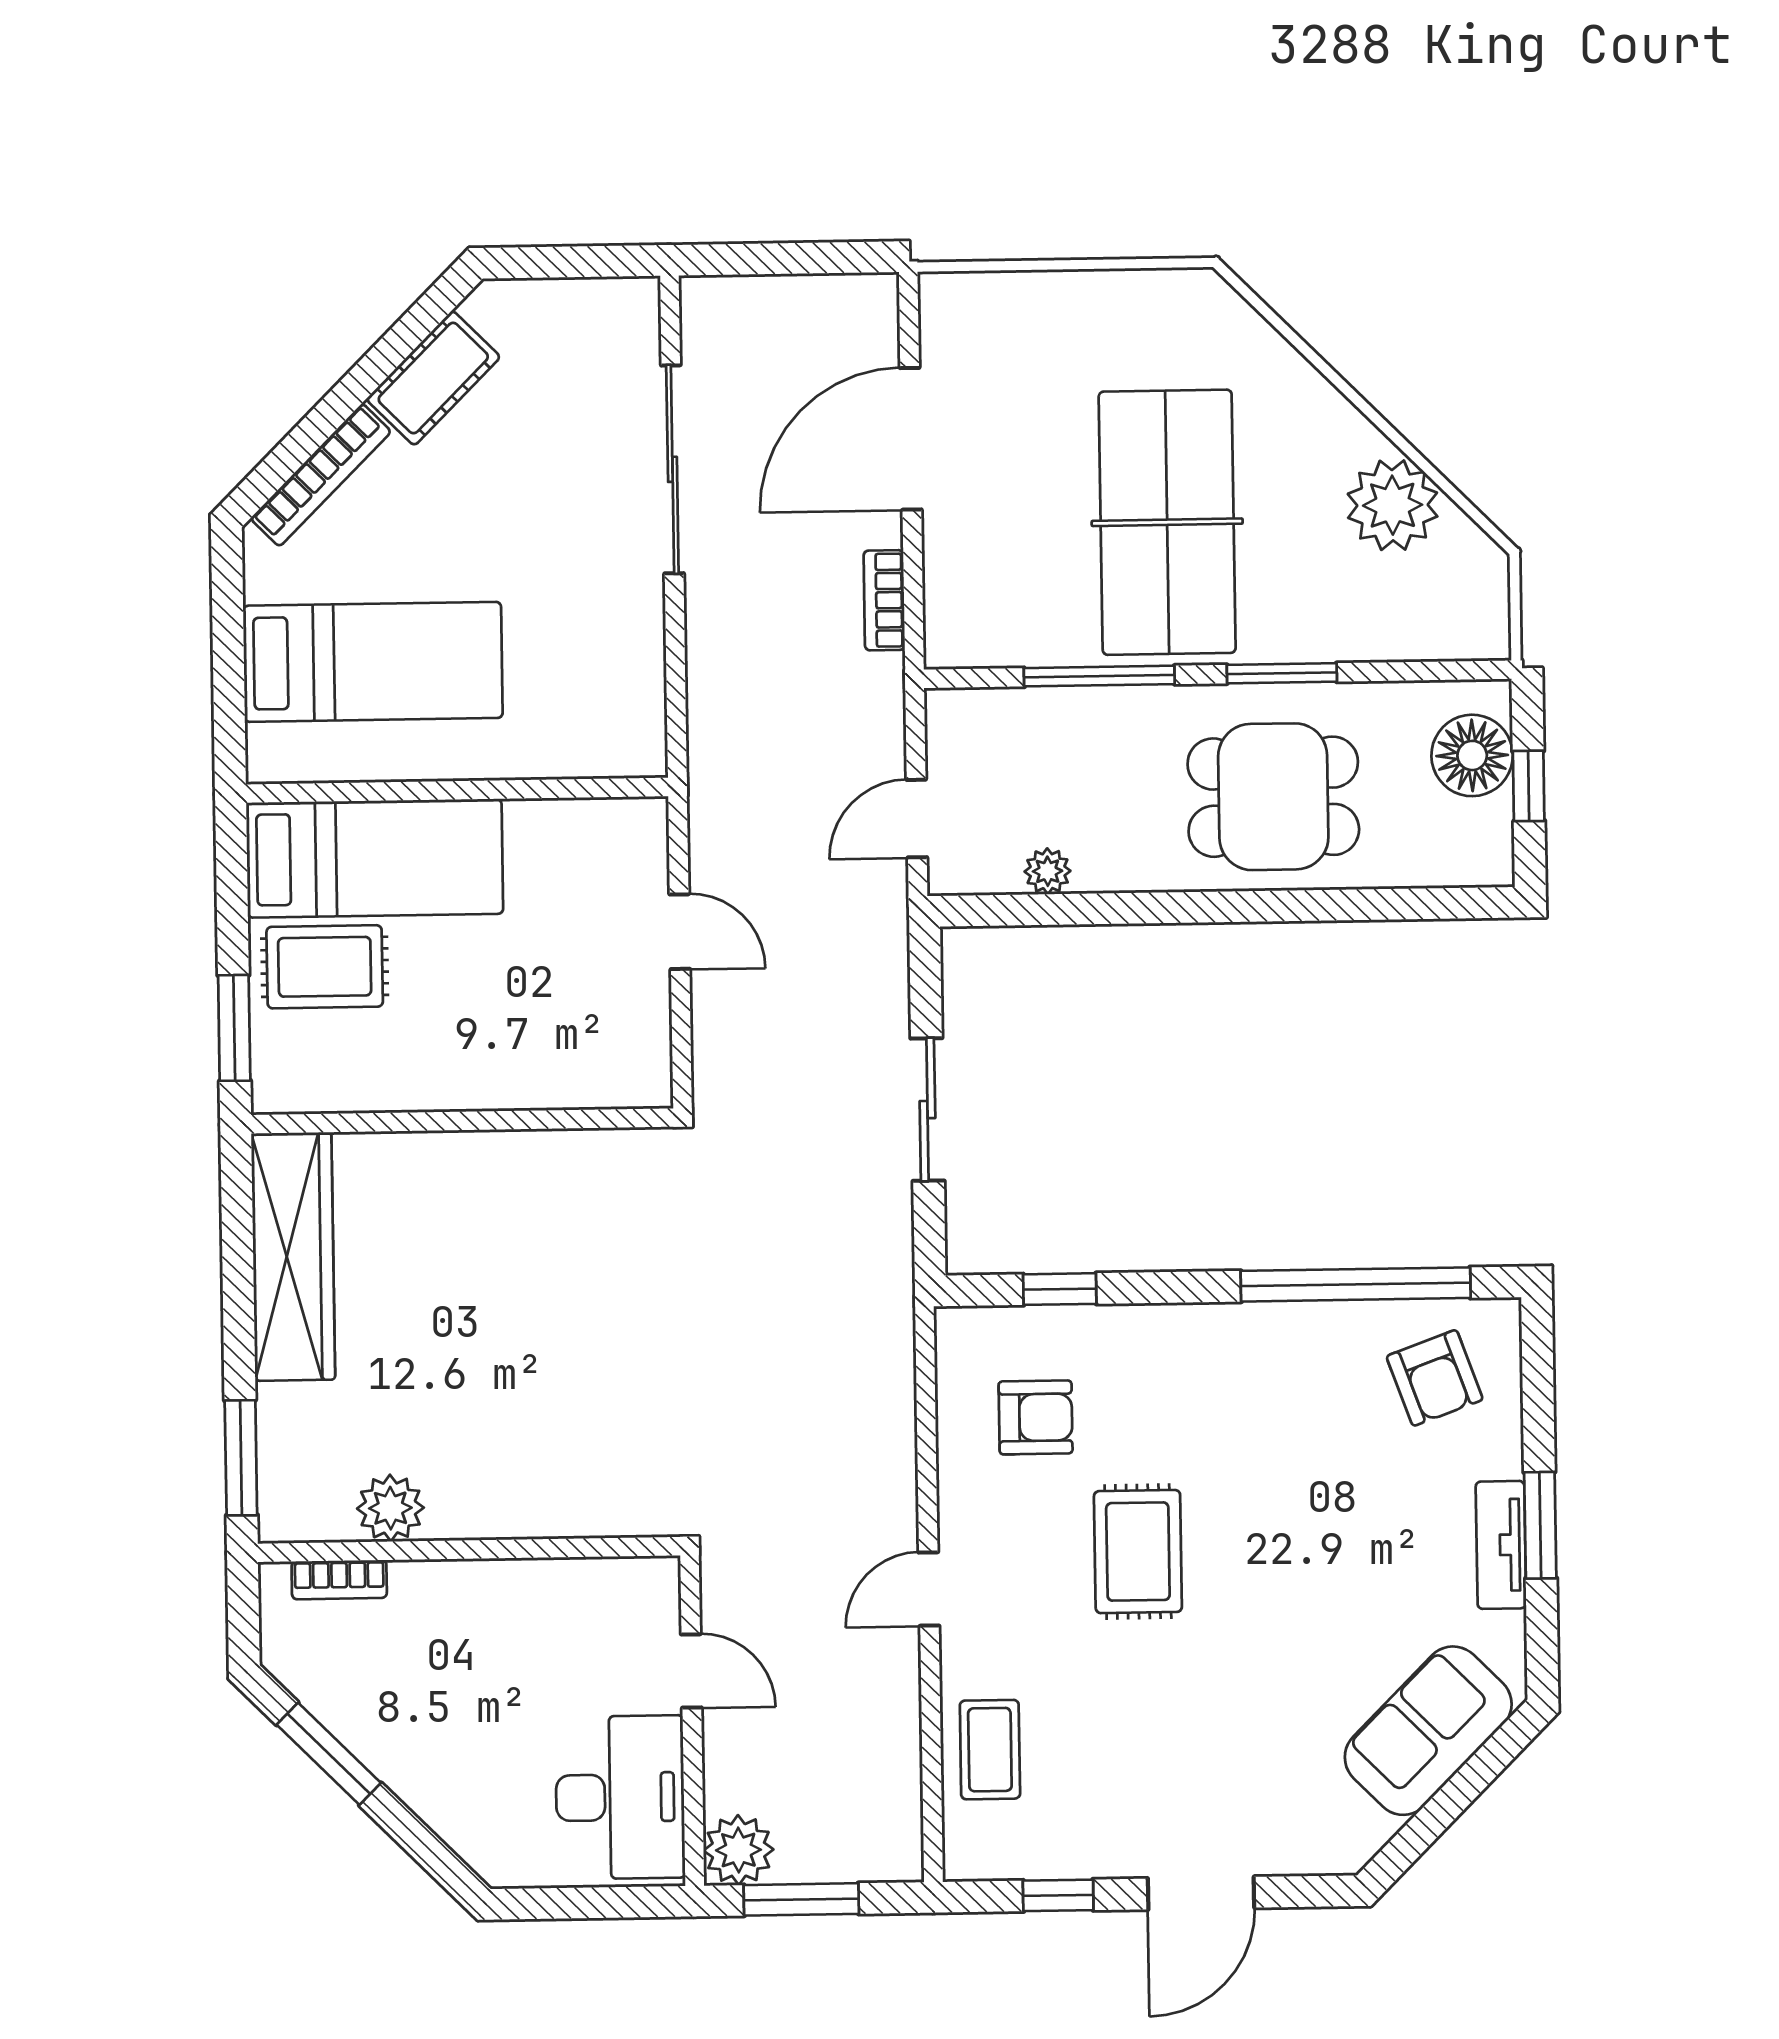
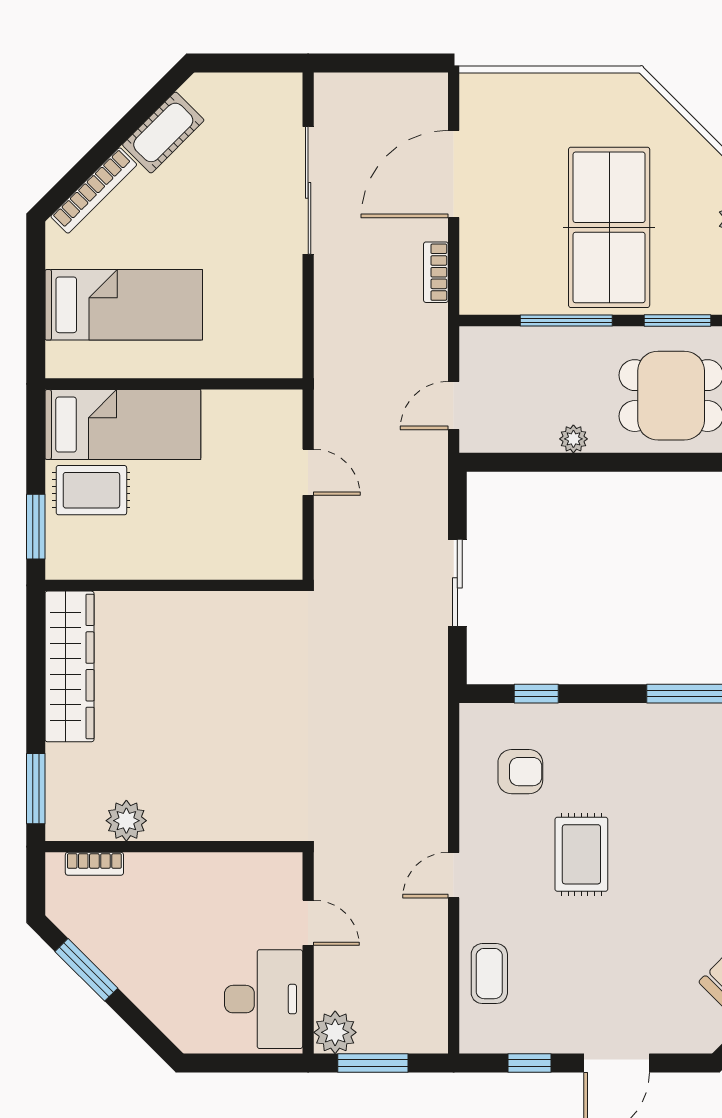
plant: (1048, 871) -> (573, 439), moved

